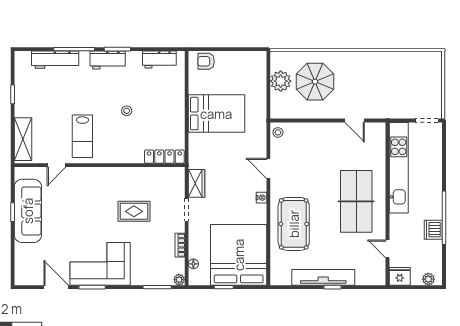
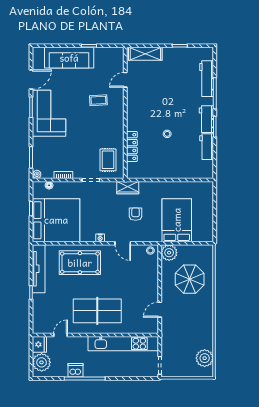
workbench: (159, 60) -> (207, 147), moved
armchair: (206, 61) -> (136, 214), moved
plant: (417, 62) -> (205, 358), added
plant: (281, 81) -> (169, 253), moved
bed: (216, 114) -> (177, 220), moved, turned 180
lab bench: (82, 136) -> (148, 100), removed
locker: (164, 157) -> (132, 147), moved
door: (57, 165) -> (125, 80), hinge flipped
door: (268, 168) -> (123, 243), swing flipped
wardrobe: (197, 183) -> (128, 188), moved
coffee table: (83, 200) -> (98, 100), added
sofa: (28, 211) -> (69, 58), moved
rug: (134, 211) -> (108, 160), moved
tv unit: (323, 277) -> (39, 269), moved
plant: (428, 279) -> (42, 362), width x1.88, depth x1.88

